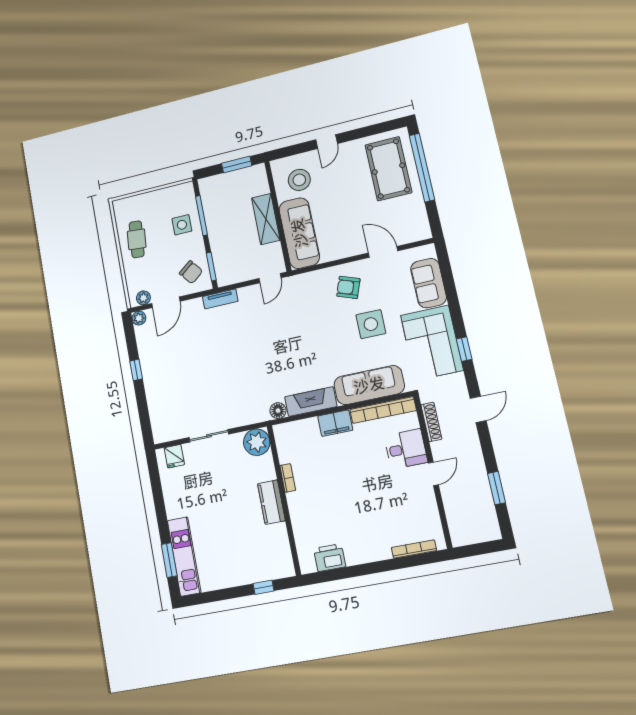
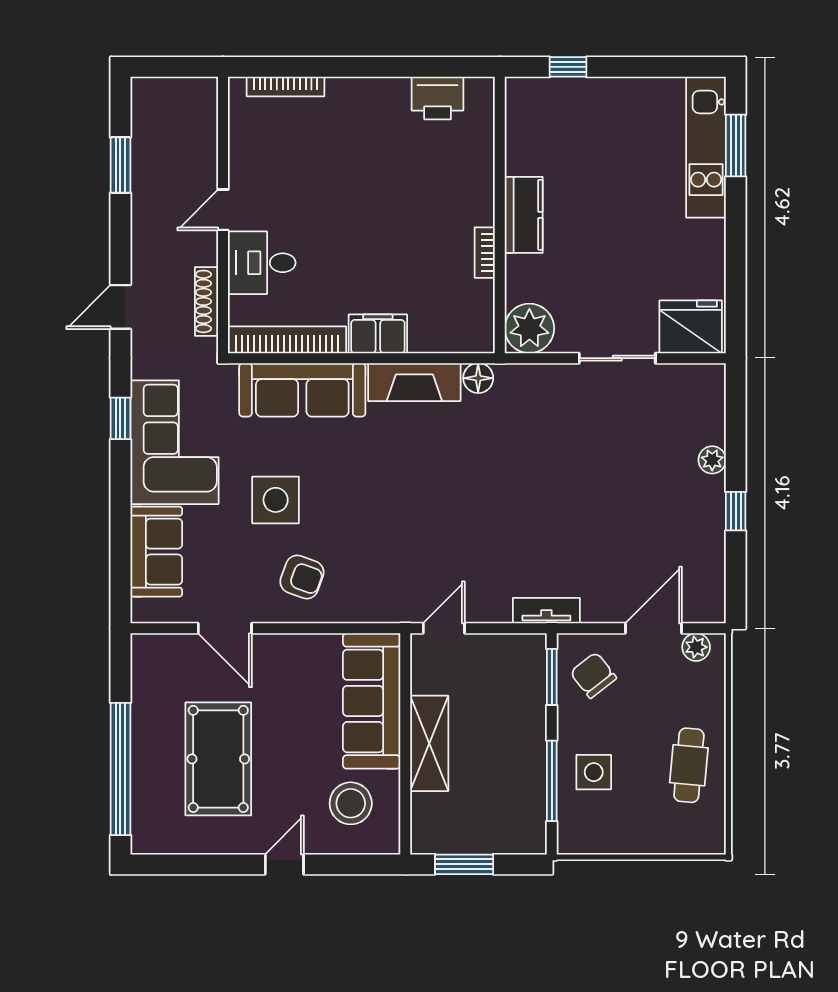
pool table: (388, 169) -> (218, 759), moved
plant: (139, 318) -> (712, 460), moved
fridge: (174, 456) -> (691, 327), width x1.88, depth x1.34

